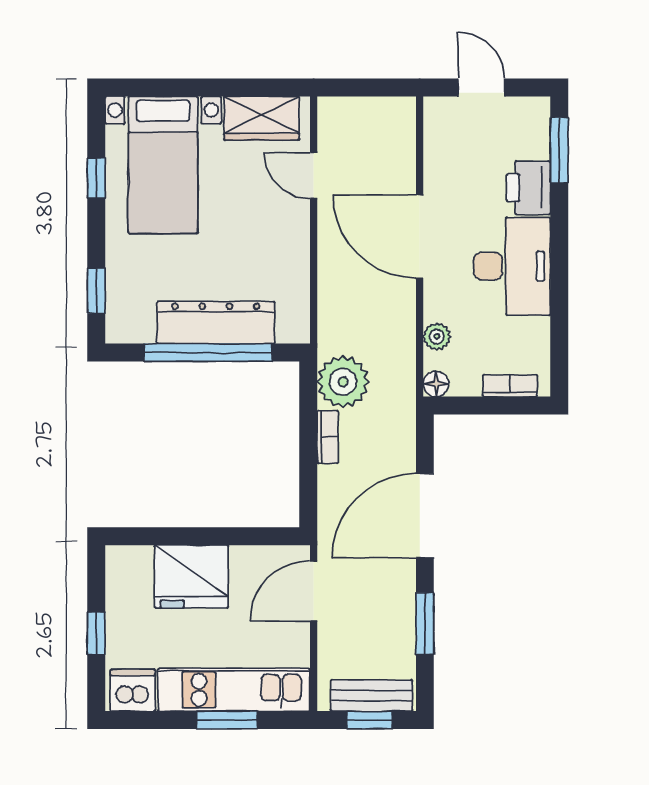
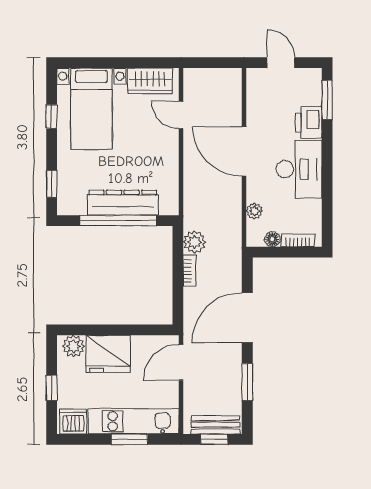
plant: (343, 382) -> (194, 242), width x0.73, depth x0.73
floor lamp: (436, 384) -> (272, 239), moved
plant: (133, 564) -> (73, 346), added

